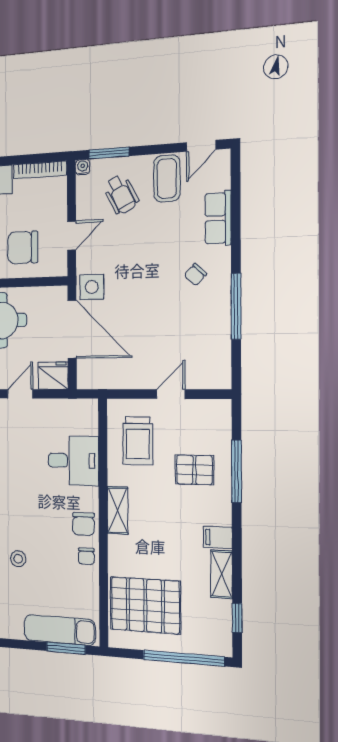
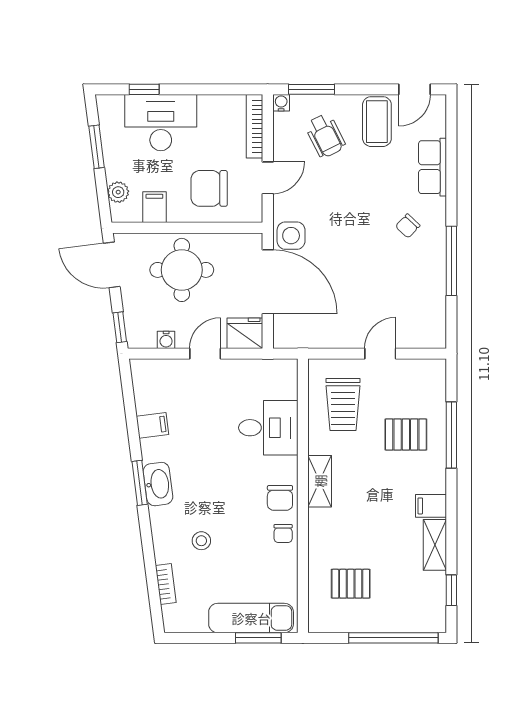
bookcase: (40, 170) -> (255, 126), moved, turned 90
pallet: (145, 605) -> (351, 584), width x0.49, depth x0.50

